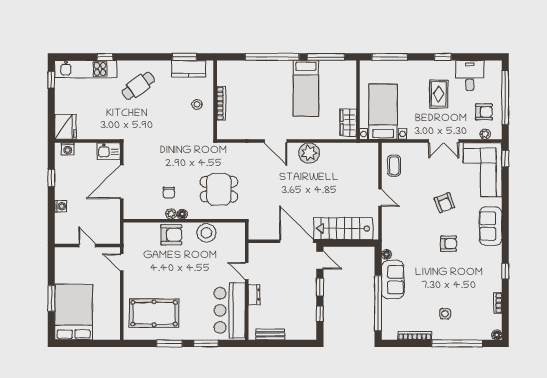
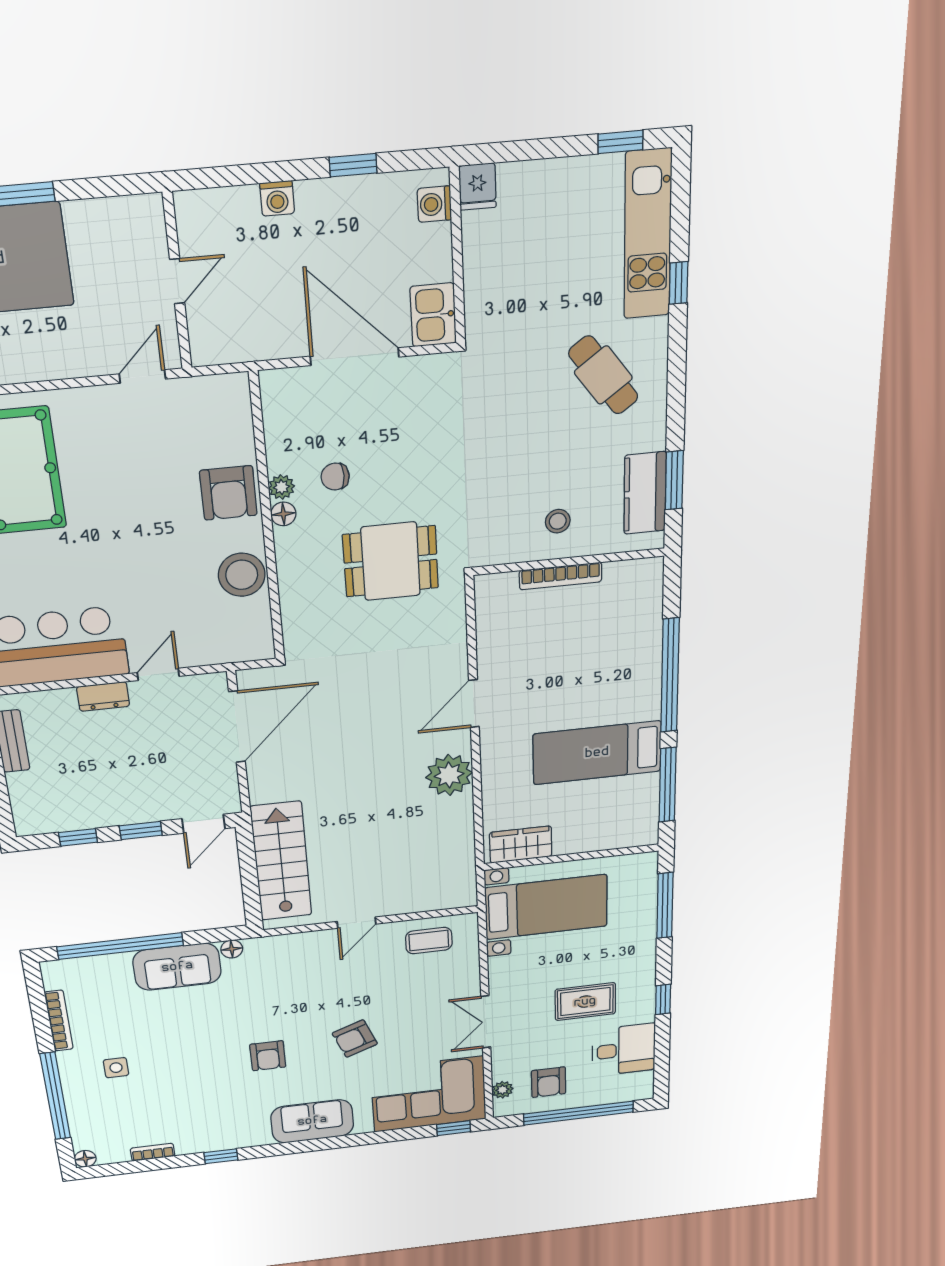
fridge: (65, 127) -> (478, 187), width x0.53, depth x0.75
dining table: (219, 189) -> (391, 561), moved, turned 90
door: (296, 241) -> (237, 727), moved

